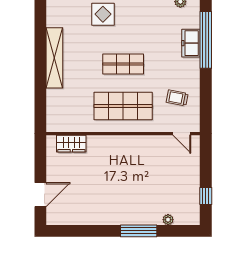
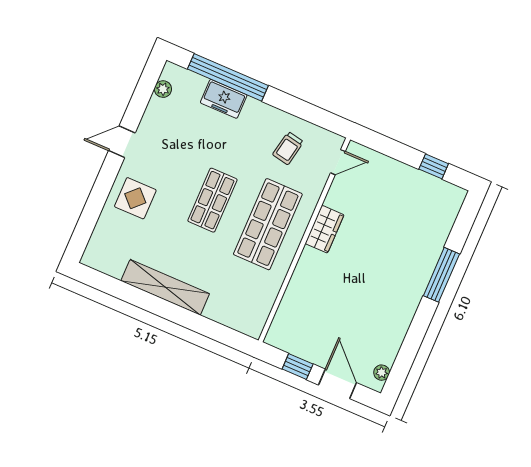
wardrobe: (71, 144) -> (325, 229), moved
window: (40, 164) -> (298, 367), added
plant: (168, 220) -> (382, 373), moved

